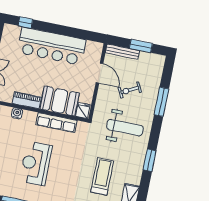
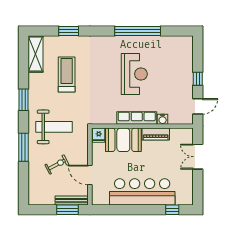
window: (141, 46) -> (67, 210), moved
window: (161, 102) -> (24, 147), moved
row of seats: (56, 123) -> (137, 118), moved
weight bench: (125, 128) -> (54, 127), turned 180
treadmill: (102, 176) -> (67, 75), turned 180

